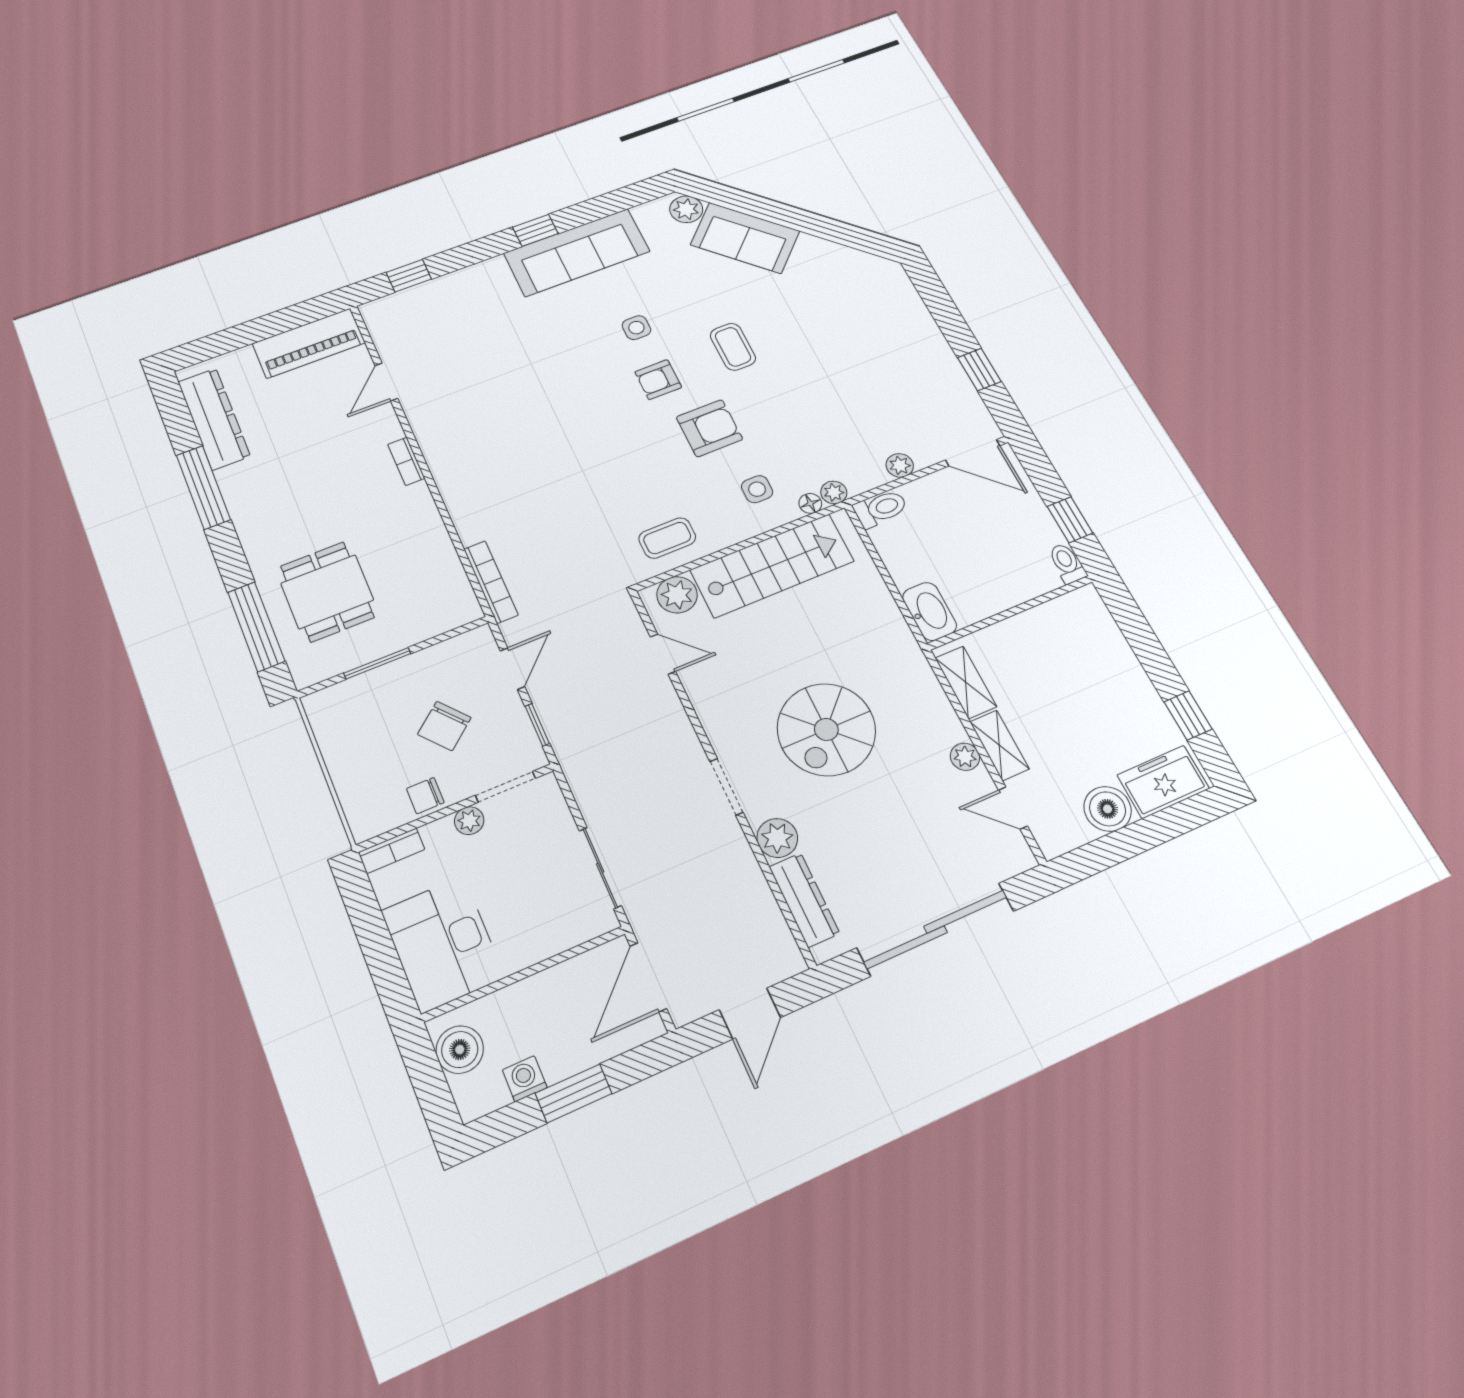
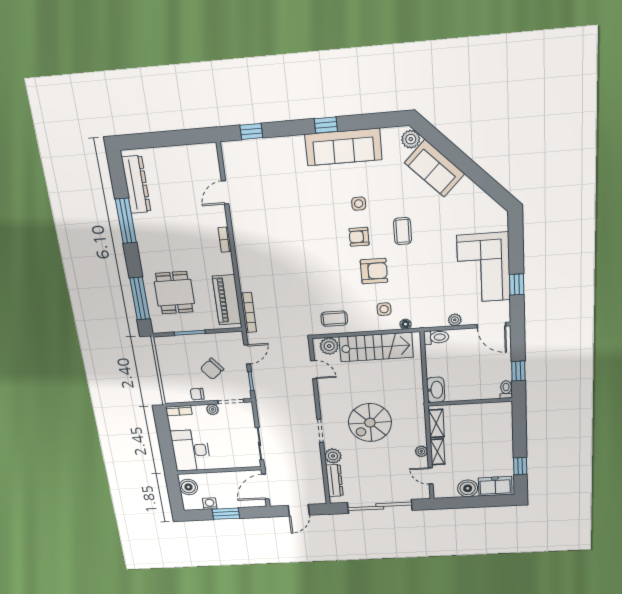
piano: (309, 343) -> (227, 300), moved, turned 90
corner sofa: (906, 361) -> (484, 268), added
plant: (834, 492) -> (419, 323), removed

